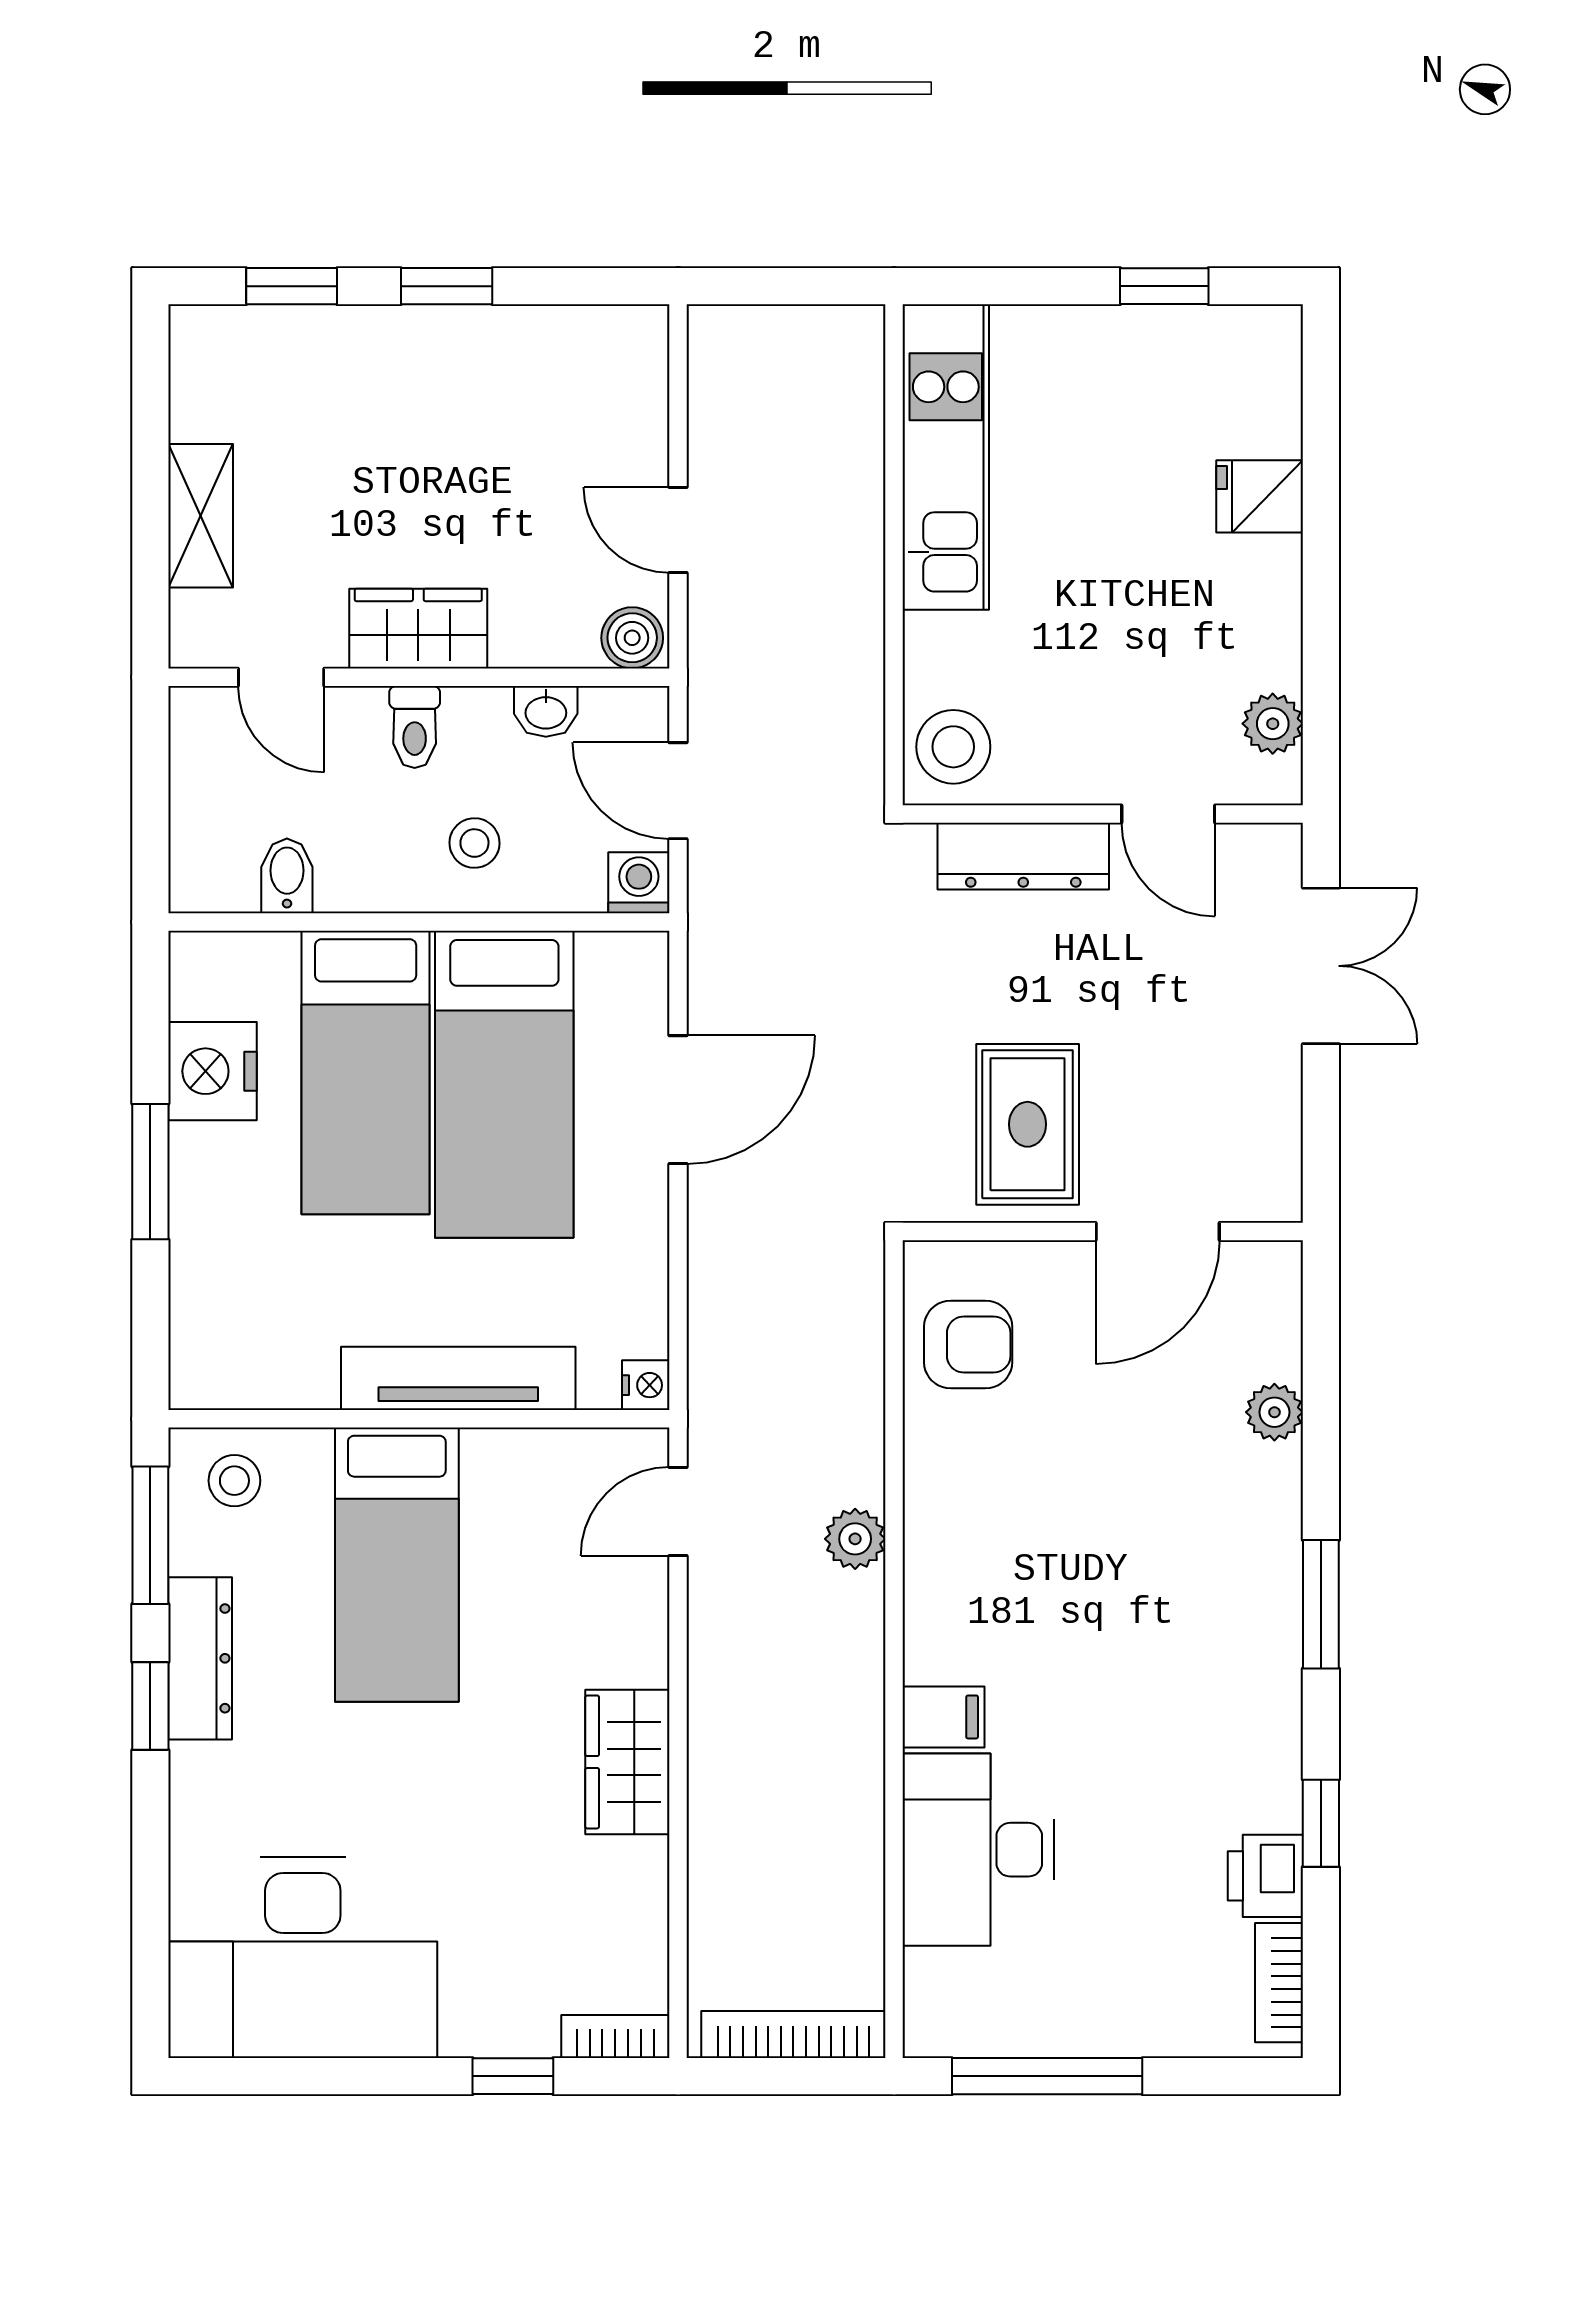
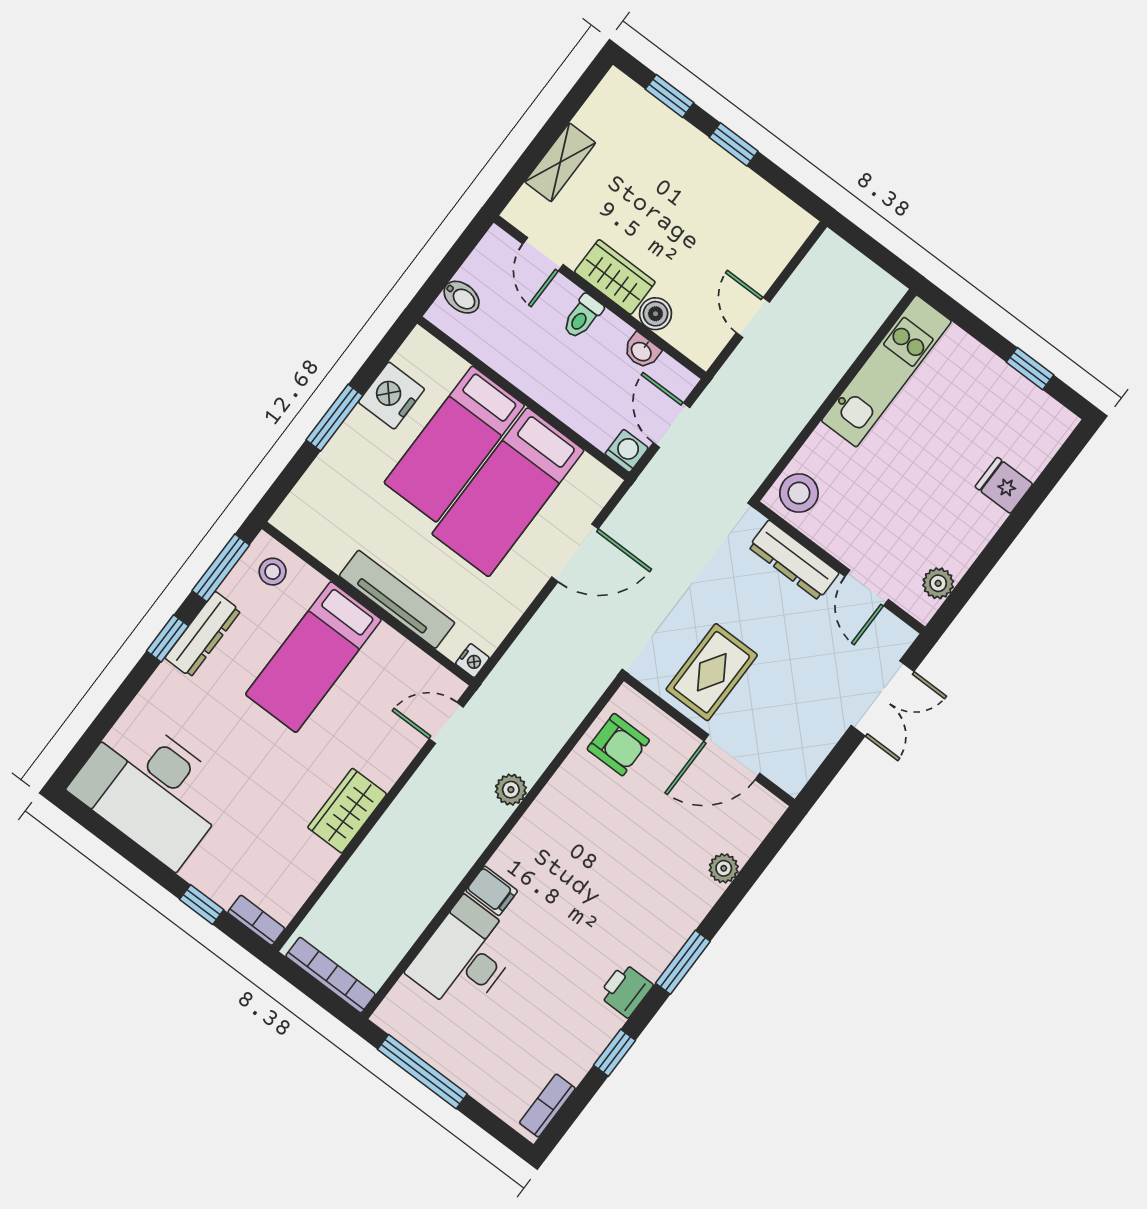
boiler: (632, 638) -> (656, 314), moved
stool: (474, 843) -> (571, 383), removed
bidet: (287, 876) -> (462, 297), moved, turned 90
printer: (1265, 1876) -> (626, 990), moved

